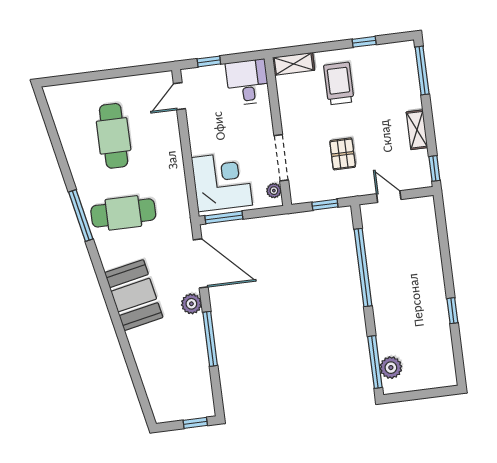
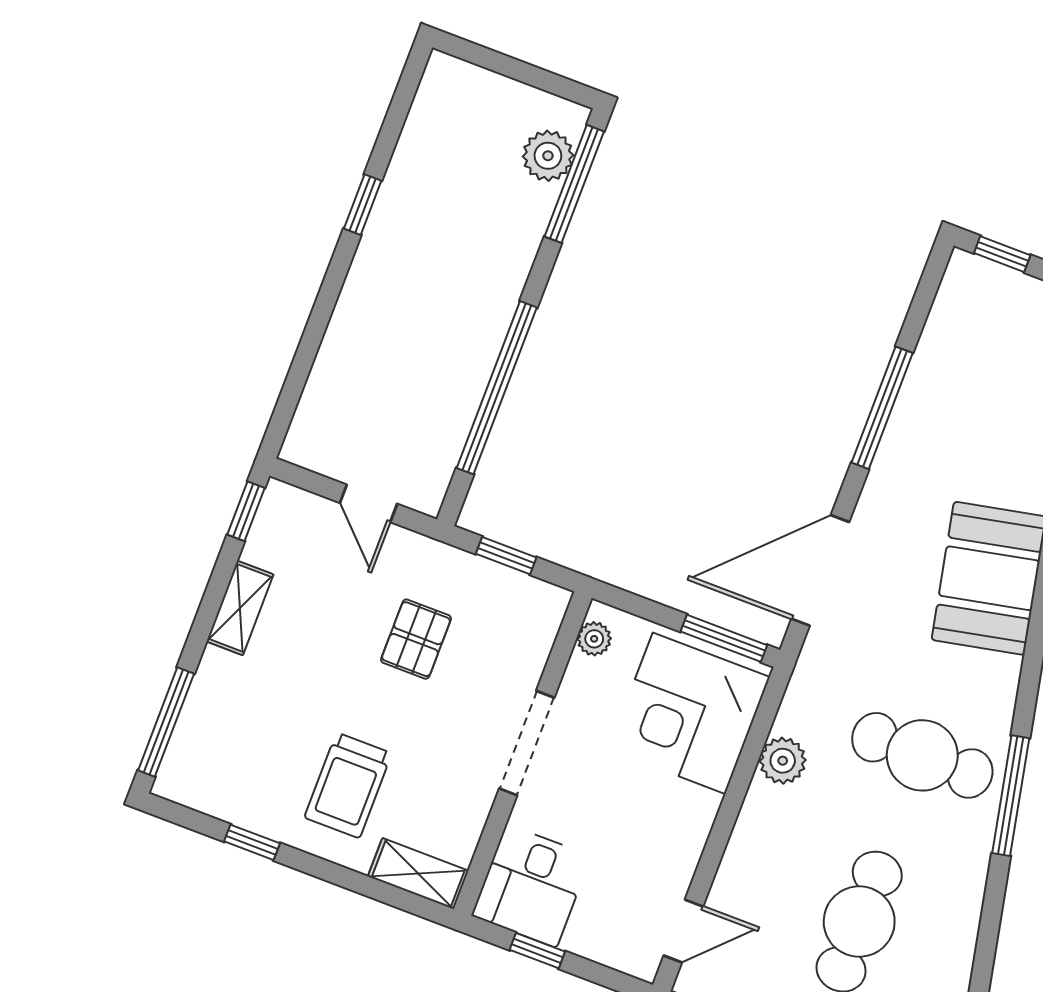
window: (209, 61) -> (537, 951), moved
doorway: (281, 158) -> (527, 743), moved
door: (201, 263) -> (820, 570), hinge flipped
plant: (191, 304) -> (783, 761), moved

